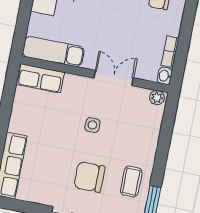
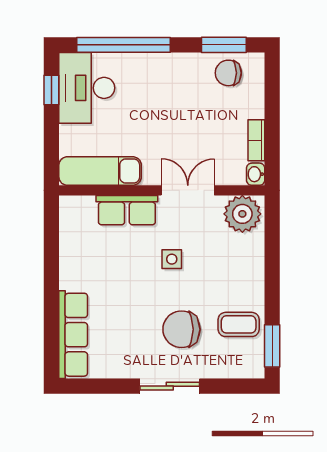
row of seats: (40, 78) -> (127, 210), moved
plant: (157, 98) -> (242, 214), width x1.87, depth x1.87
coffee table: (131, 182) -> (239, 324), turned 90

